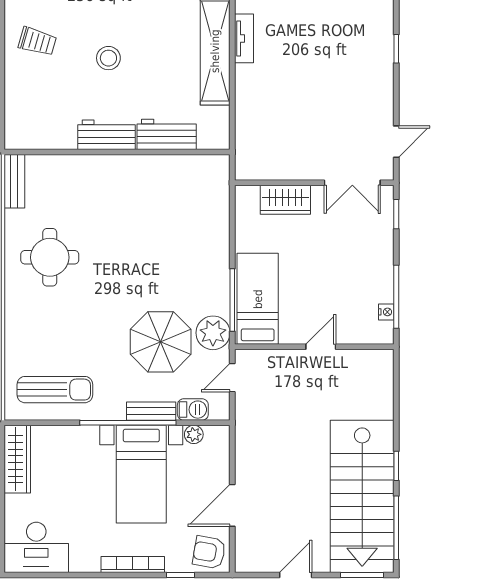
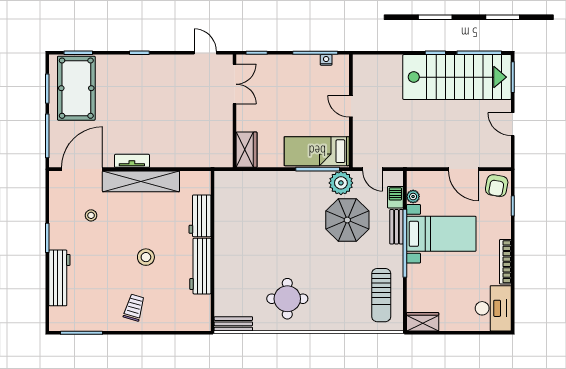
workbench: (106, 135) -> (200, 266), width x1.38
wardrobe: (285, 200) -> (246, 150), moved
sun lounger: (55, 390) -> (381, 295), turned 180
wardrobe: (17, 459) -> (423, 322), width x0.67
bookcase: (133, 564) -> (505, 262), moved

